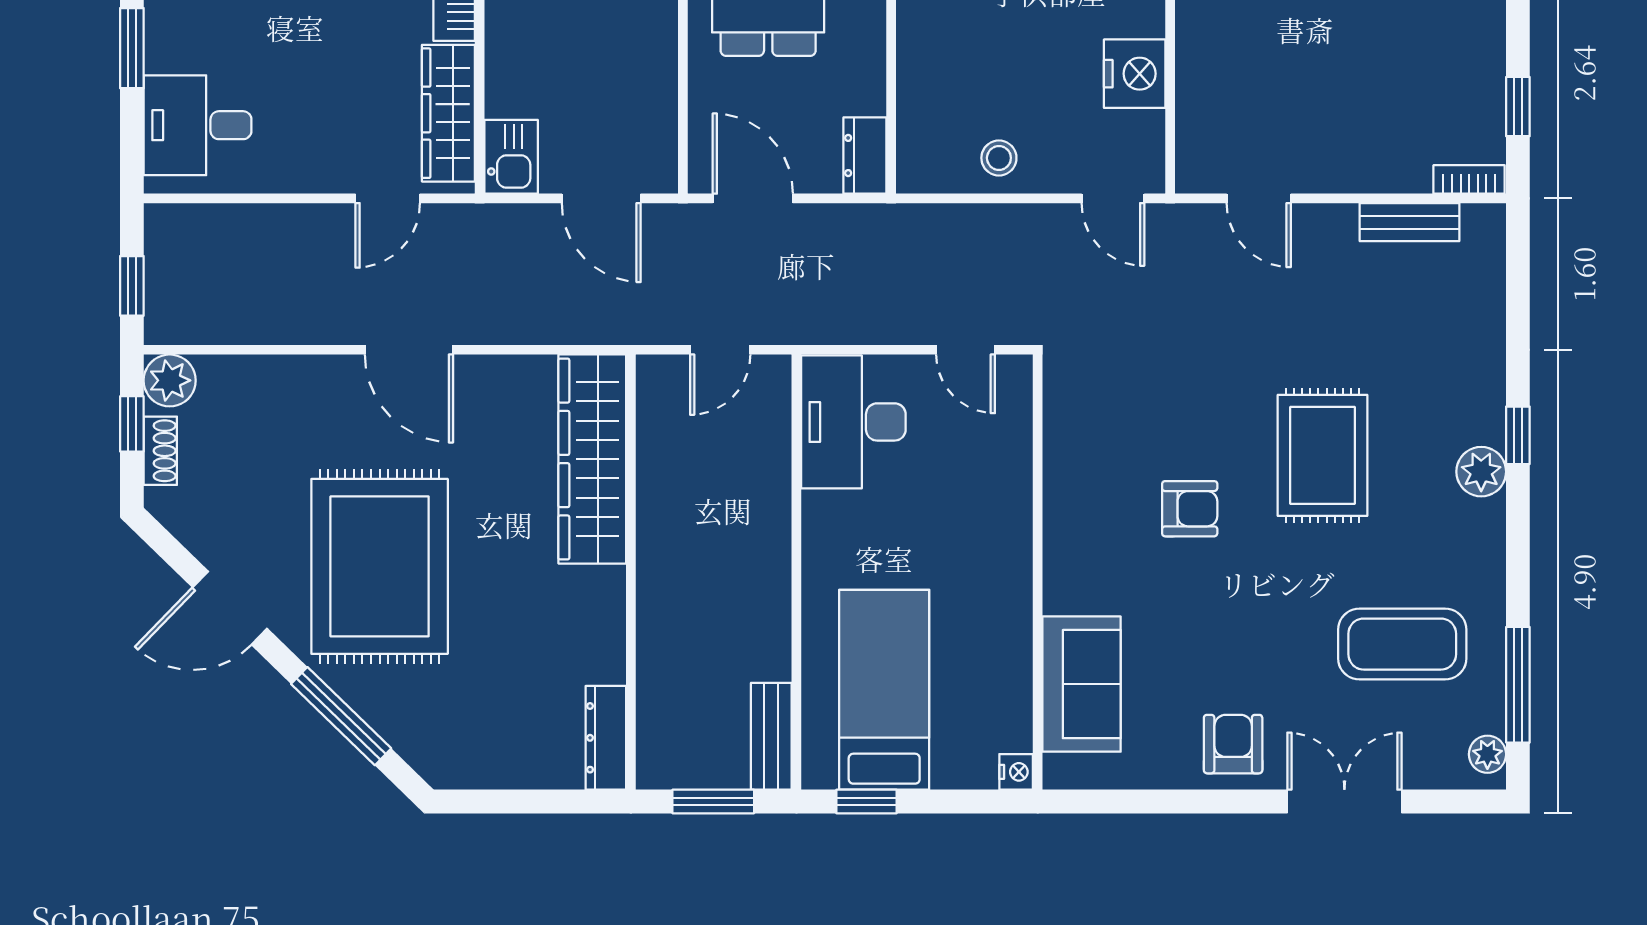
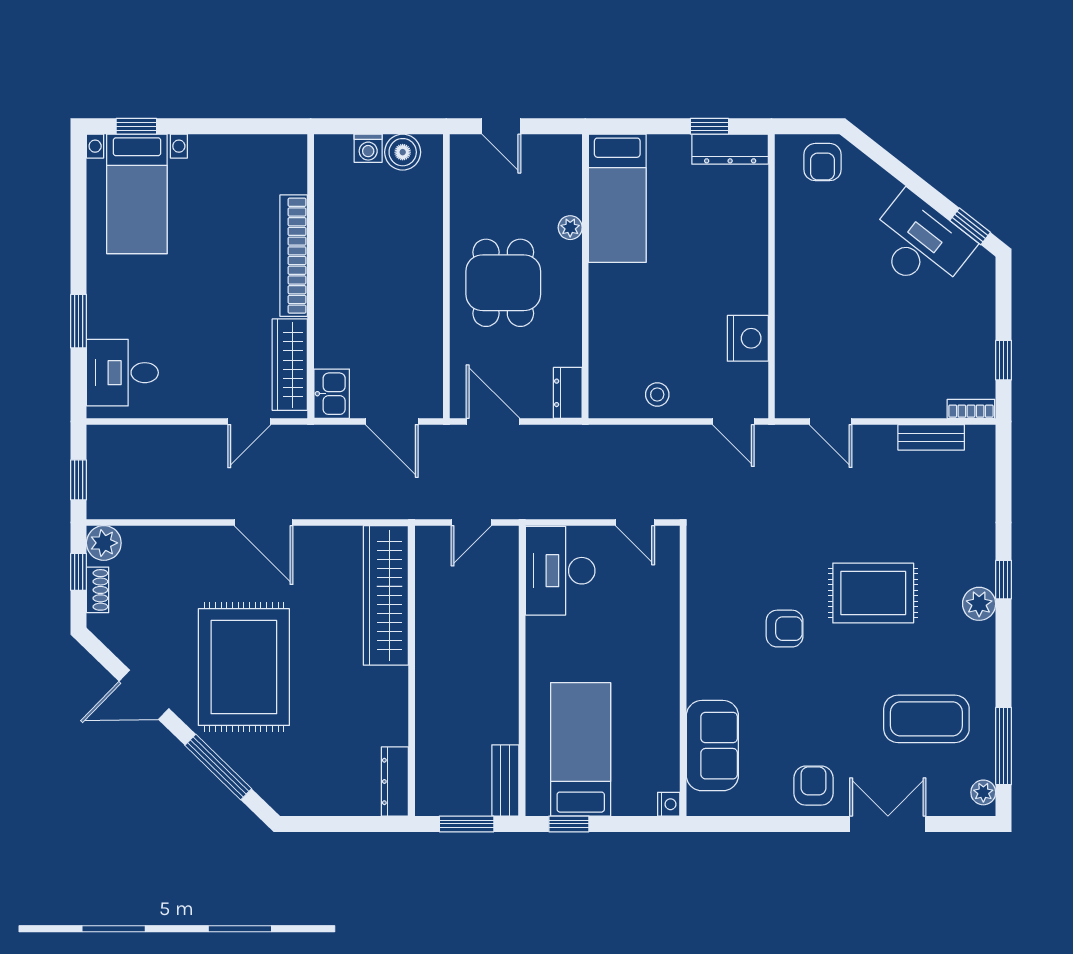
rug: (1323, 455) -> (873, 593), turned 90

